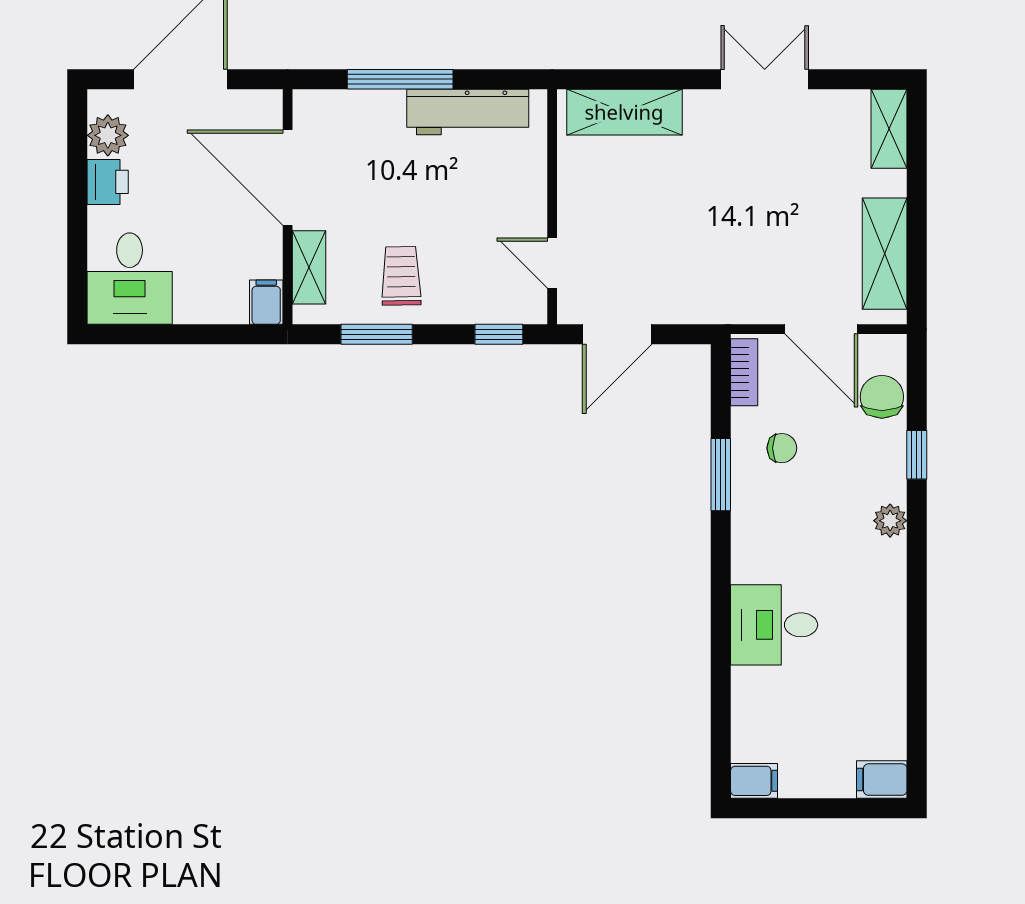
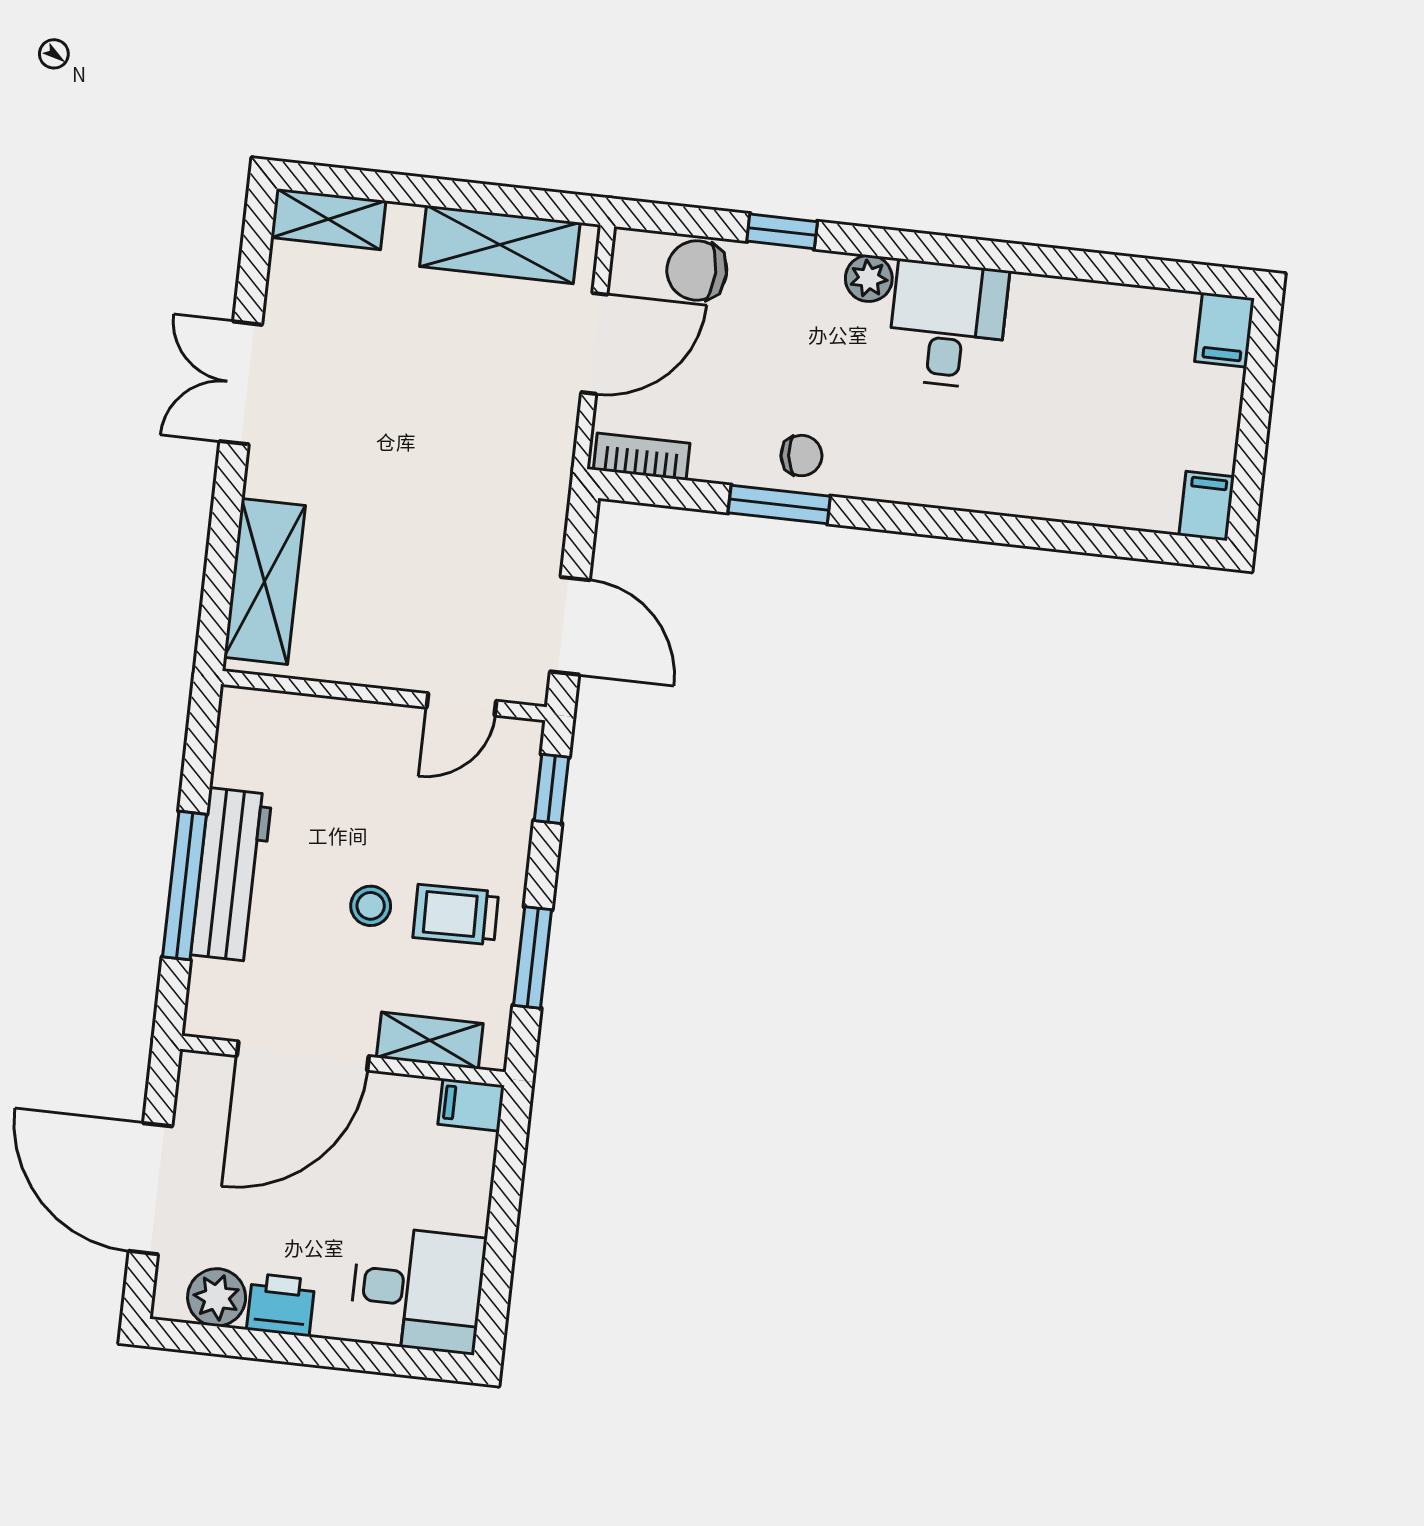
workbench: (468, 112) -> (231, 875), moved
stool: (401, 214) -> (371, 906), added
chair: (782, 448) -> (801, 456), moved, turned 83
desk: (774, 625) -> (948, 324), moved, turned 180

